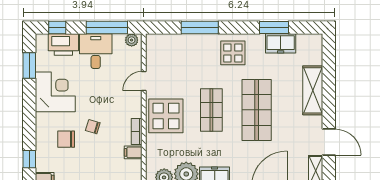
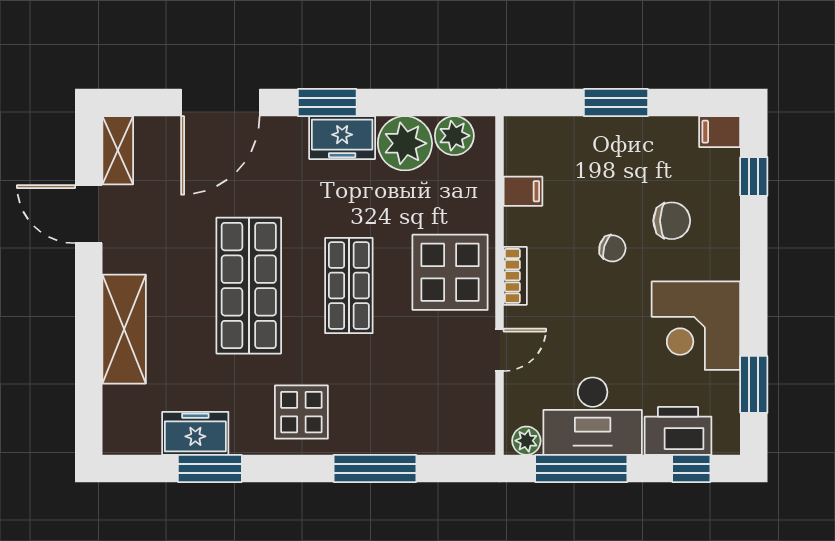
desk: (96, 51) -> (593, 416), width x1.37
bookcase: (137, 132) -> (515, 276), moved

